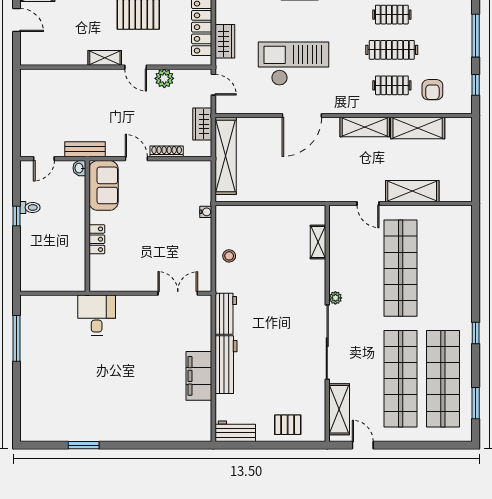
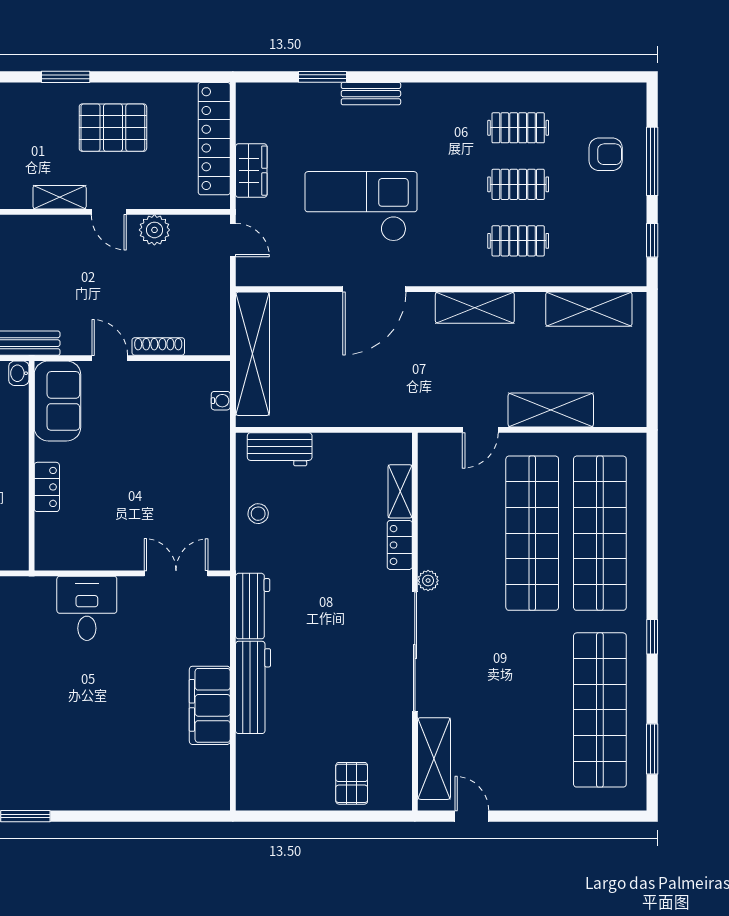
clothes rail: (392, 50) -> (518, 184), width x0.73
armchair: (432, 90) -> (606, 154), moved, turned -90
wardrobe: (202, 124) -> (215, 303), removed
shelving: (418, 128) -> (589, 309), moved
door: (368, 204) -> (480, 430), hinge flipped
water cooler: (206, 212) -> (221, 401), moved
locker: (318, 276) -> (400, 545), added
desk: (97, 315) -> (87, 608), moved
shop shelf: (401, 379) -> (600, 533), moved
pallet: (288, 425) -> (352, 783), turned 90
workbench: (235, 431) -> (280, 449), moved, turned 180

